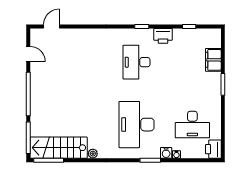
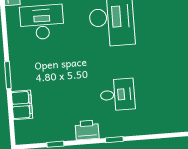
desk: (137, 62) -> (117, 95), width x0.73

